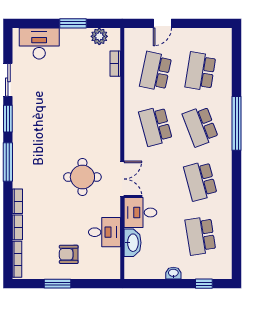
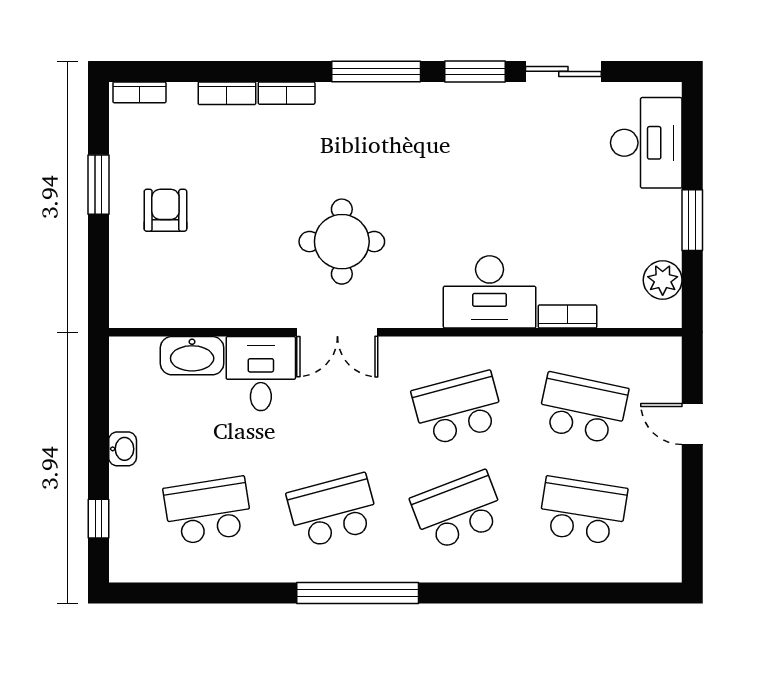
bookcase: (115, 64) -> (568, 316), moved
window: (237, 123) -> (358, 593), moved
desk: (105, 232) -> (490, 292), moved, width x1.37
bookcase: (17, 259) -> (139, 92), width x0.64

